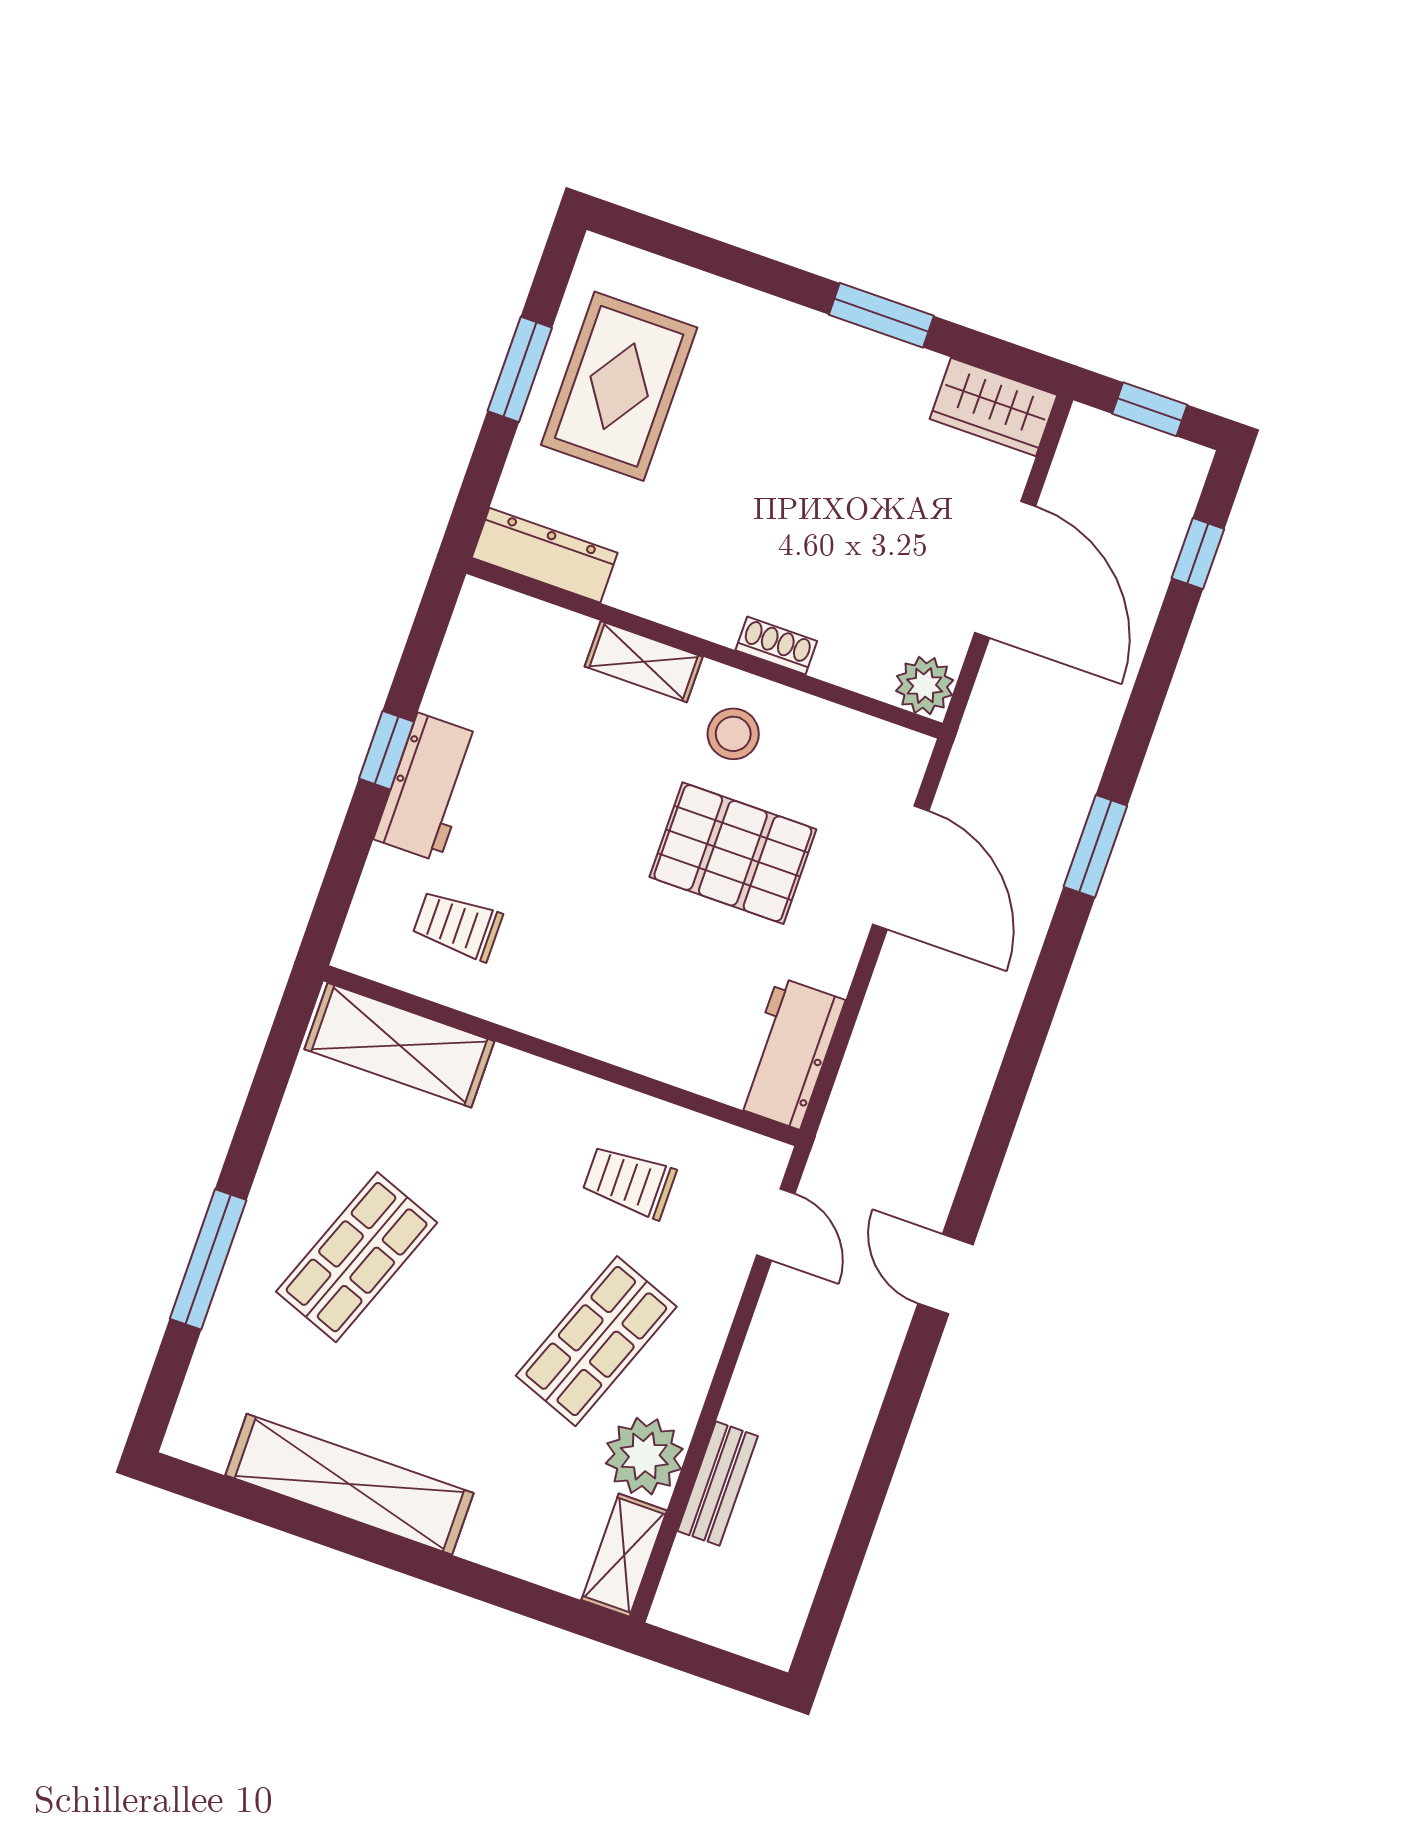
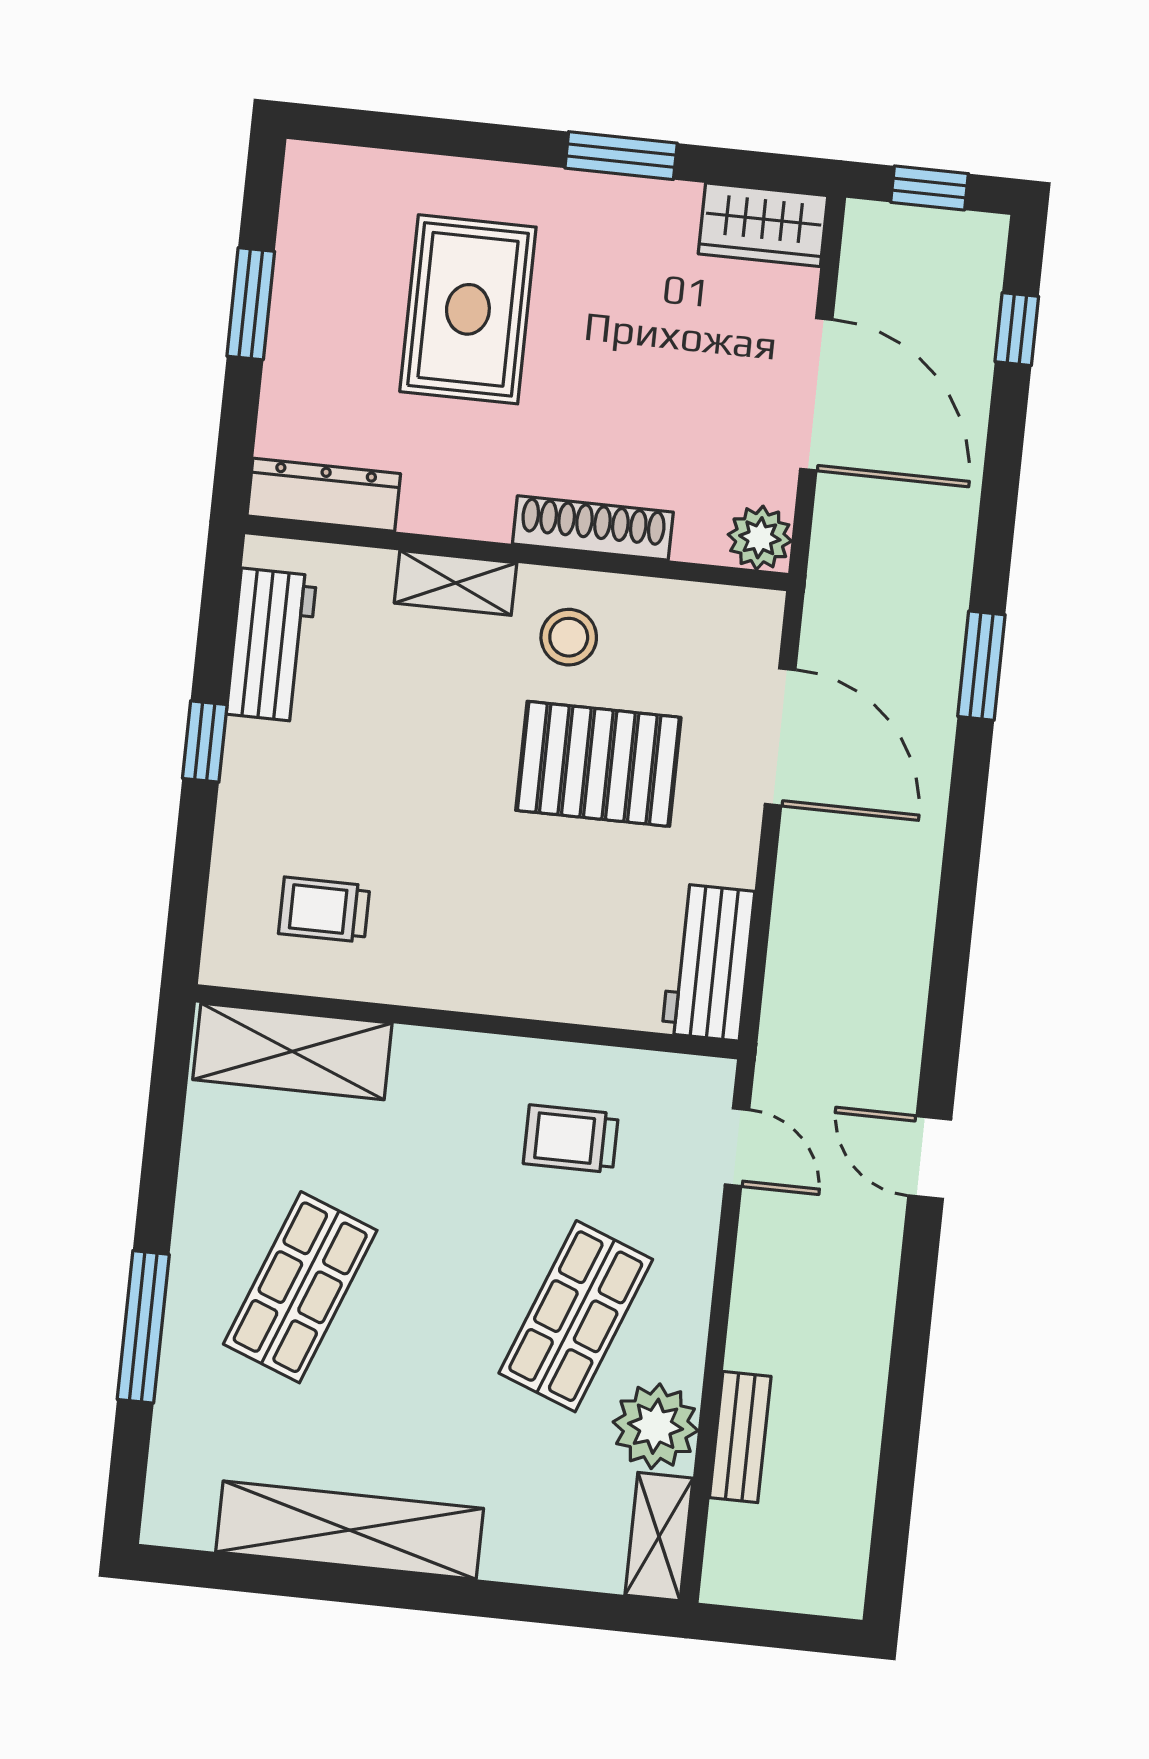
rug: (619, 386) -> (468, 309), moved
shoe rack: (776, 646) -> (593, 528), width x1.94, depth x1.24
workbench: (428, 787) -> (272, 645), moved

